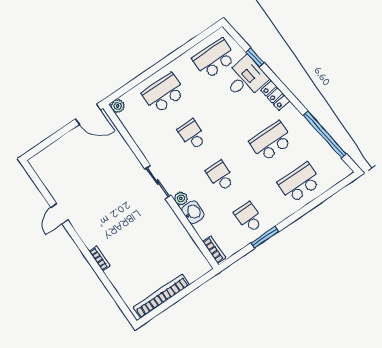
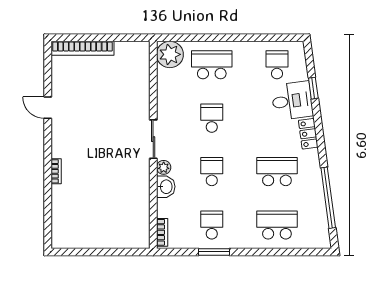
school desk: (214, 59) -> (277, 65), width x0.54
plant: (118, 106) -> (170, 54), width x1.87, depth x1.87
door: (88, 114) -> (132, 38), removed
door: (59, 214) -> (48, 108), hinge flipped
bookcase: (161, 296) -> (82, 48), moved, turned 180

